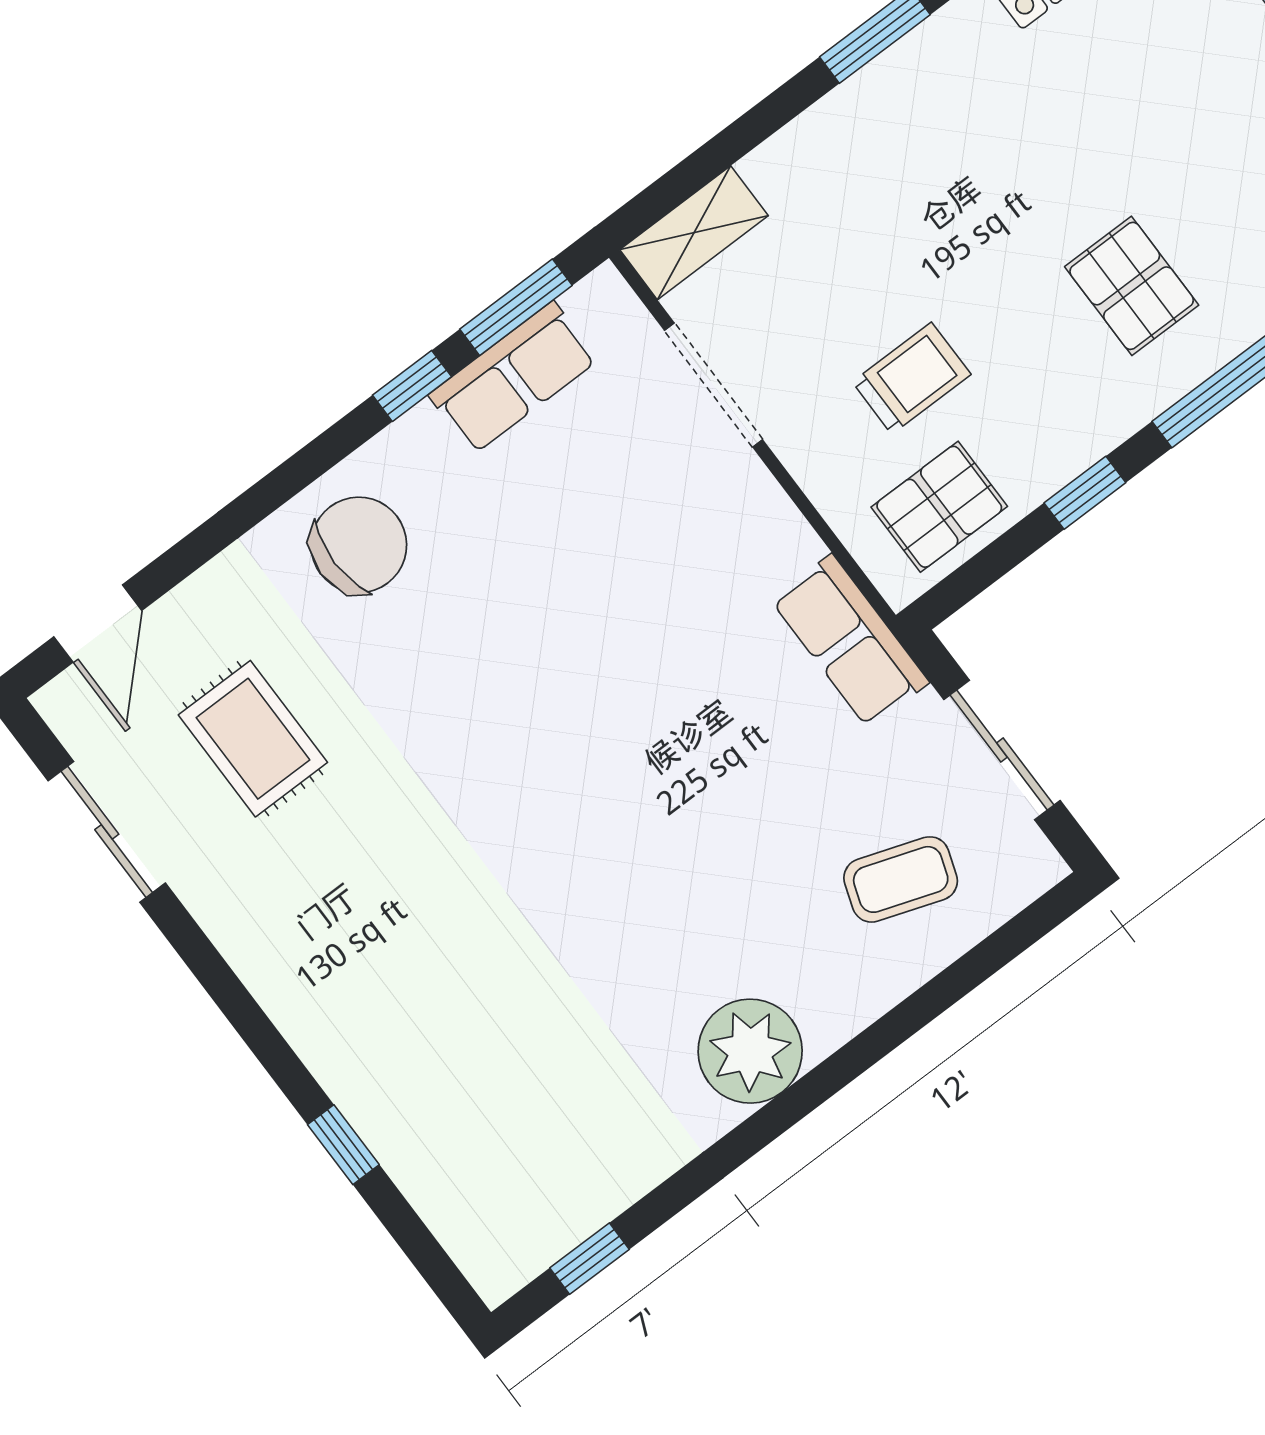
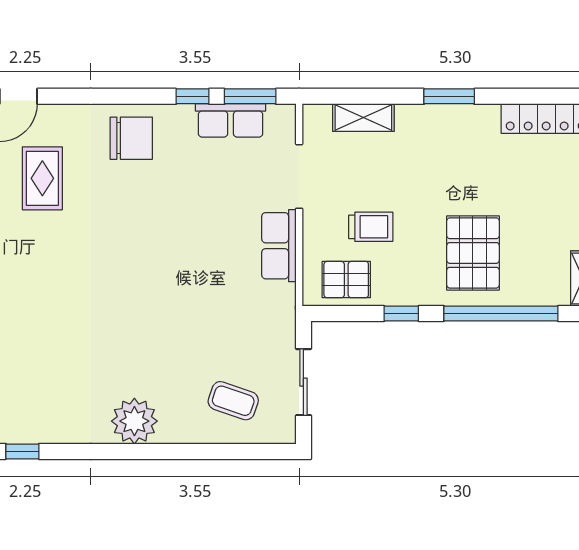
shelving: (694, 233) -> (363, 117), moved
pallet: (1132, 286) -> (473, 253), width x1.50, depth x1.42
row of seats: (850, 641) -> (279, 246), moved

